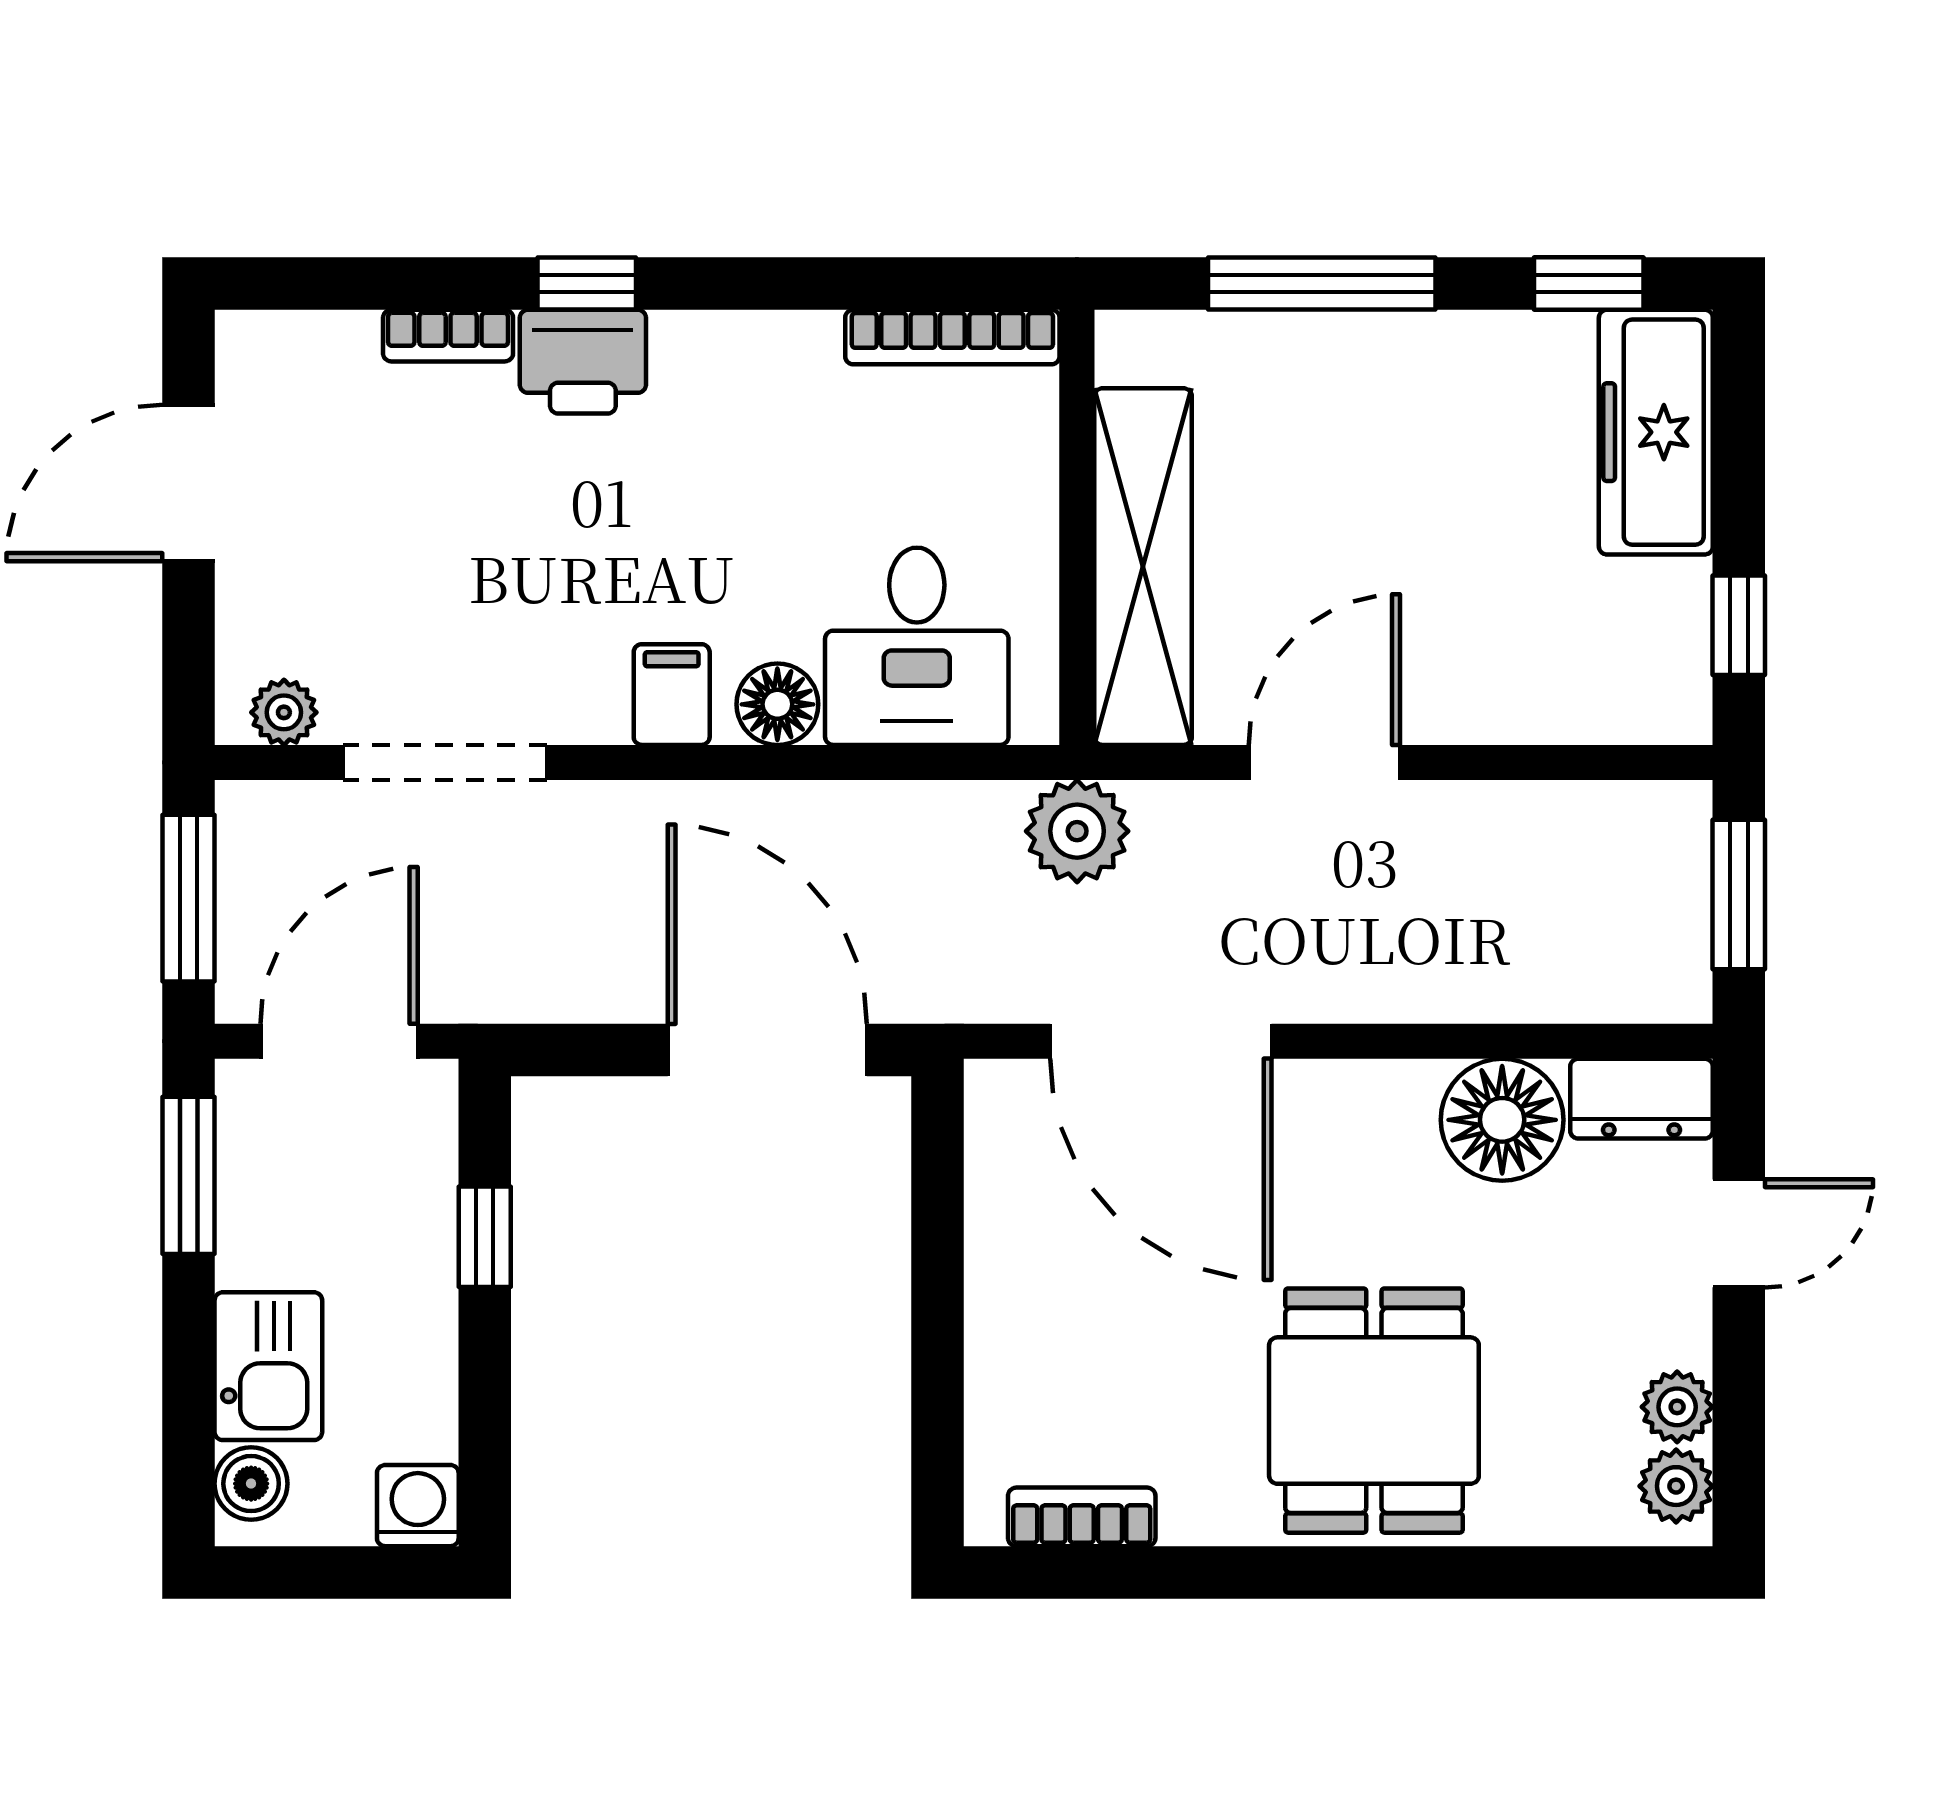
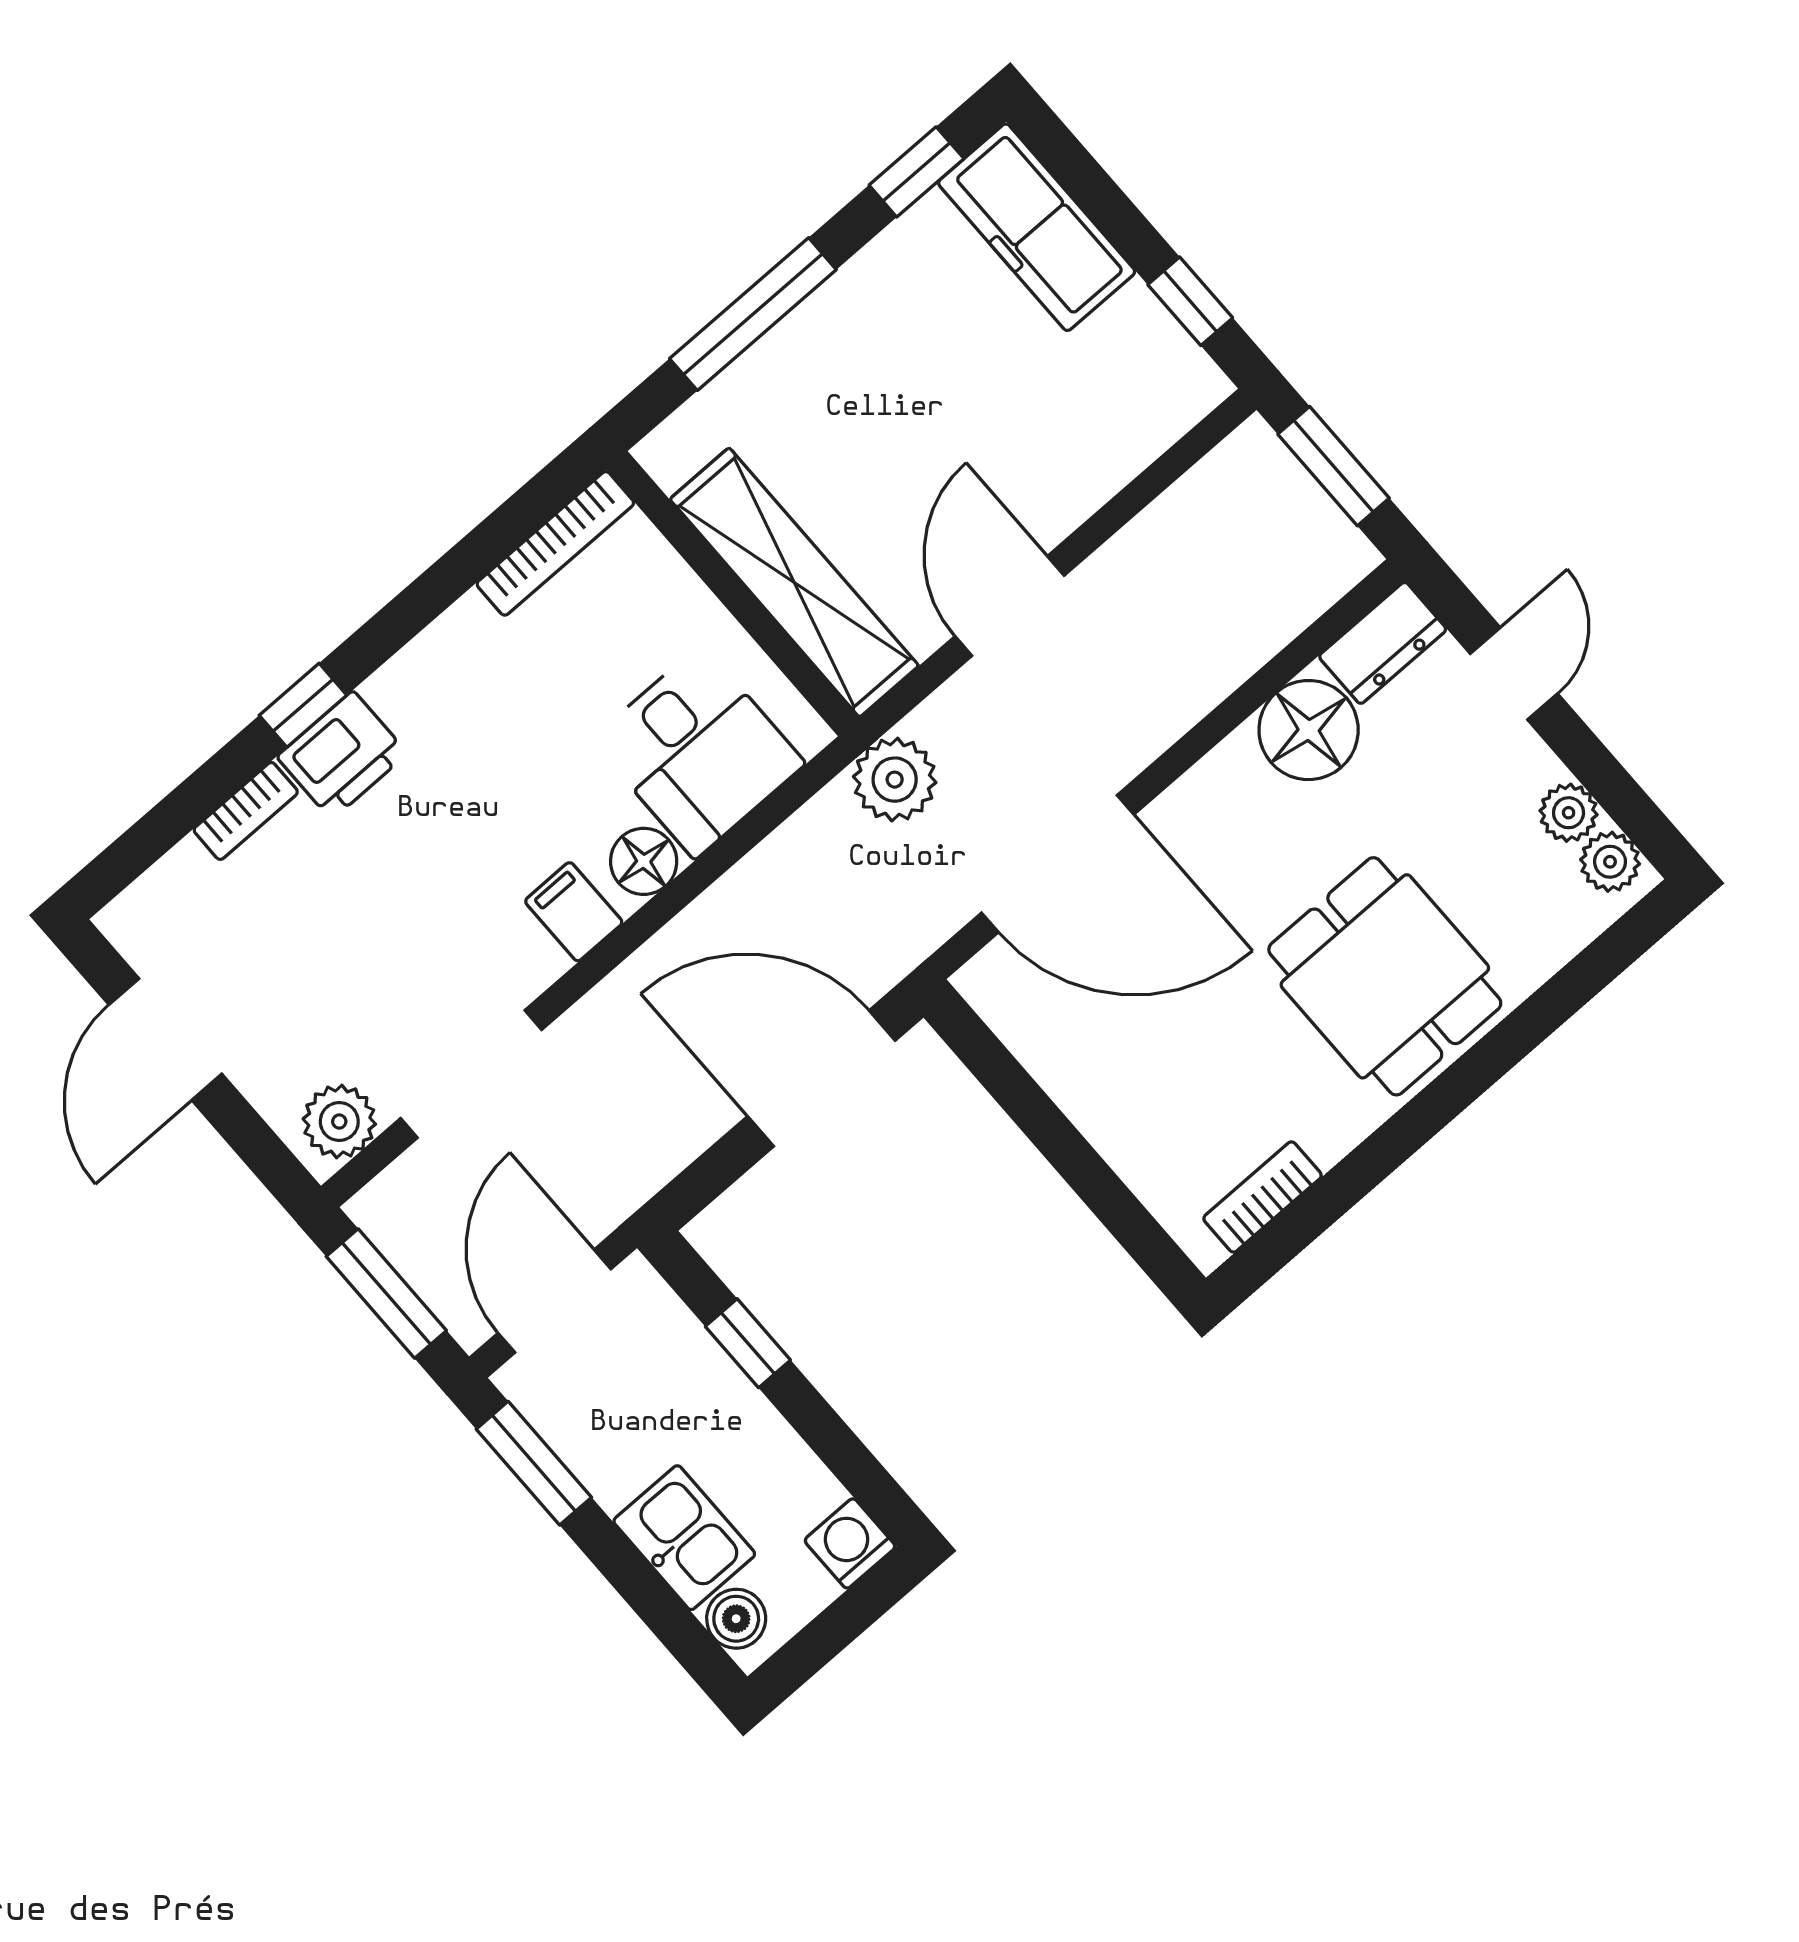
plant: (284, 712) -> (339, 1122), width x1.38, depth x1.38

